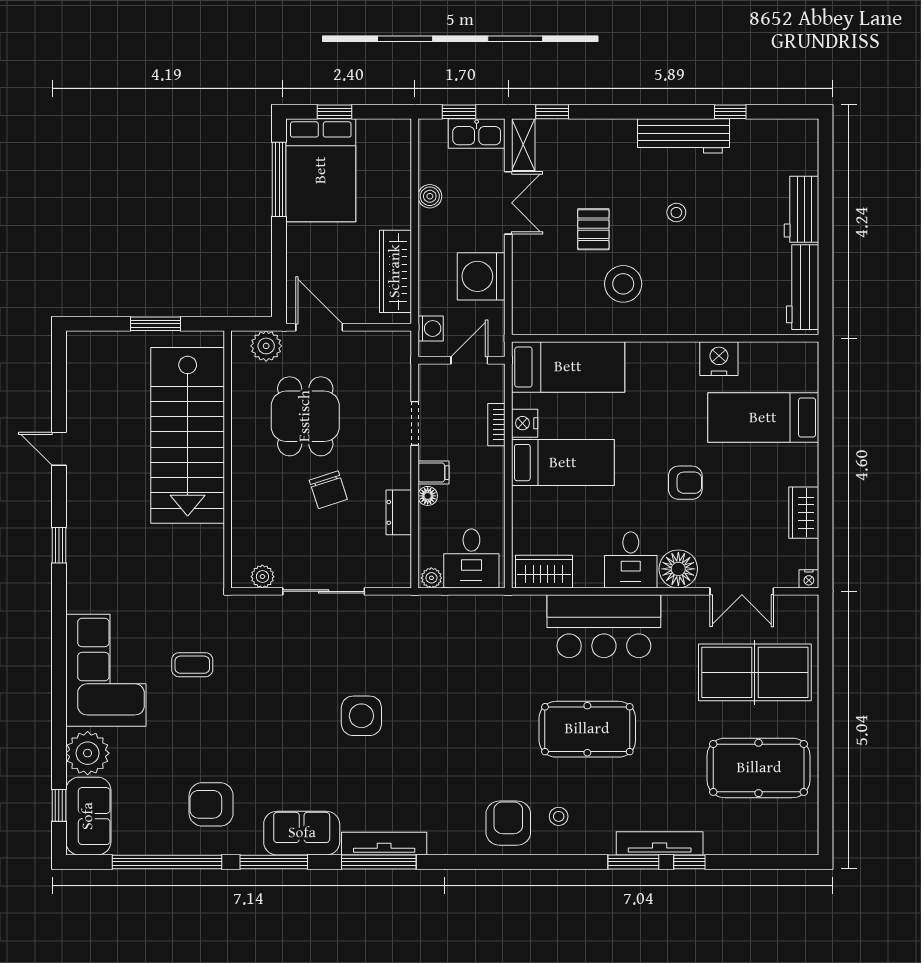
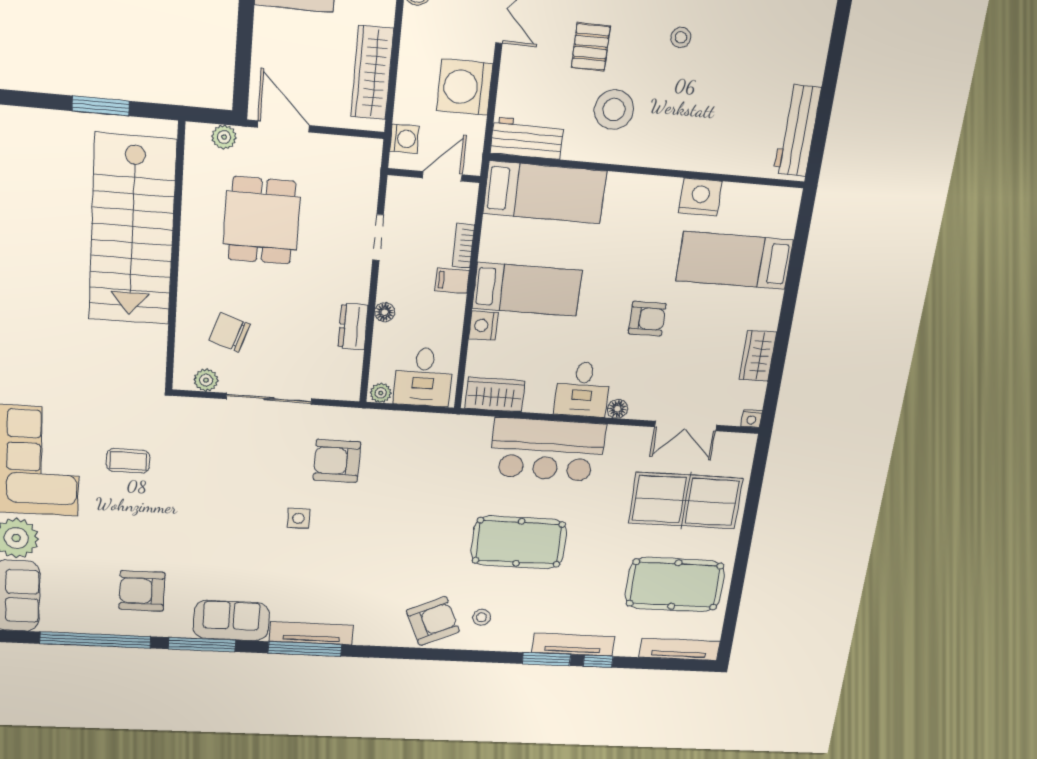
workbench: (802, 209) -> (527, 138), moved, turned 90
plant: (266, 346) -> (224, 137), width x0.73, depth x0.73
nightstand: (525, 423) -> (483, 326), moved
filing cabinet: (433, 473) -> (452, 281), moved, turned 180
chair: (328, 490) -> (230, 332), moved, turned 126
floor lamp: (678, 569) -> (618, 409), width x0.53, depth x0.53
armchair: (395, 652) -> (337, 461), added
side table: (361, 716) -> (298, 518), width x0.54, depth x0.54
armchair: (508, 823) -> (433, 621), turned 65
tv unit: (776, 843) -> (680, 649), added

